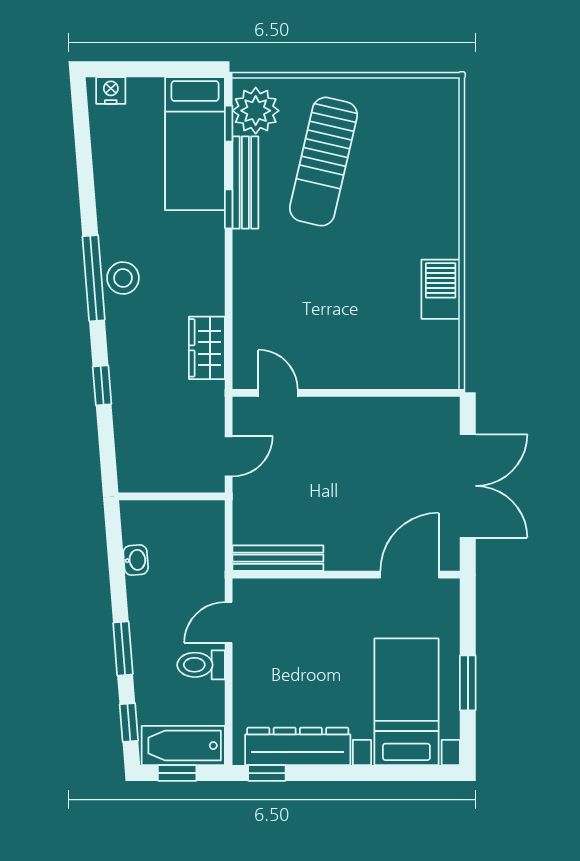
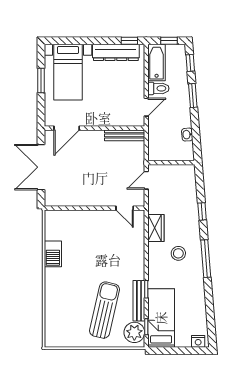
stool: (123, 278) -> (178, 253), moved
bathtub: (183, 746) -> (157, 63), moved, turned -90

